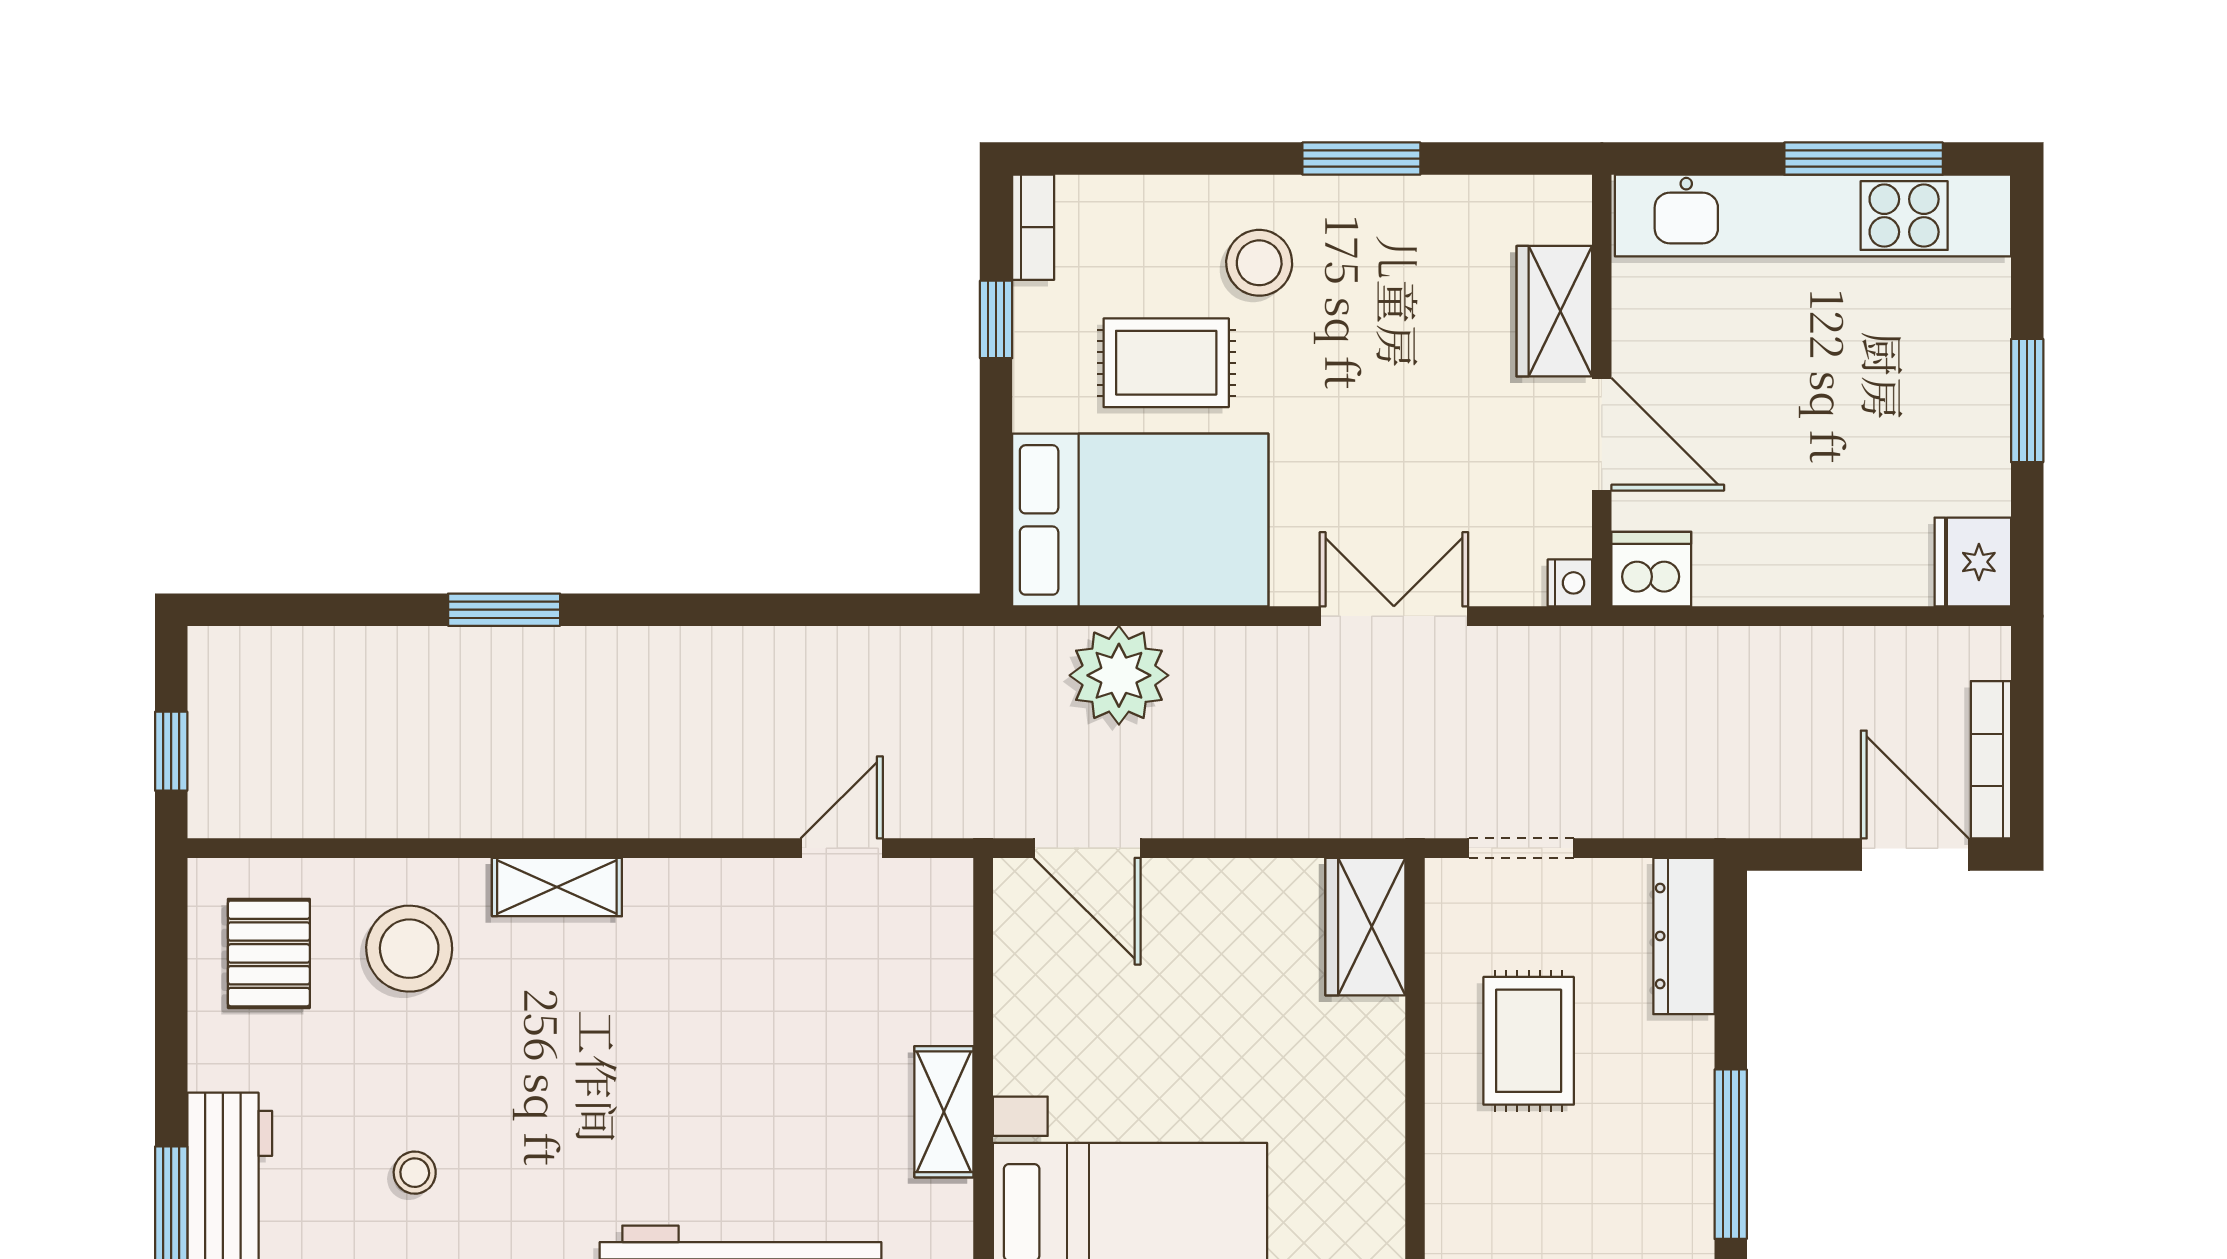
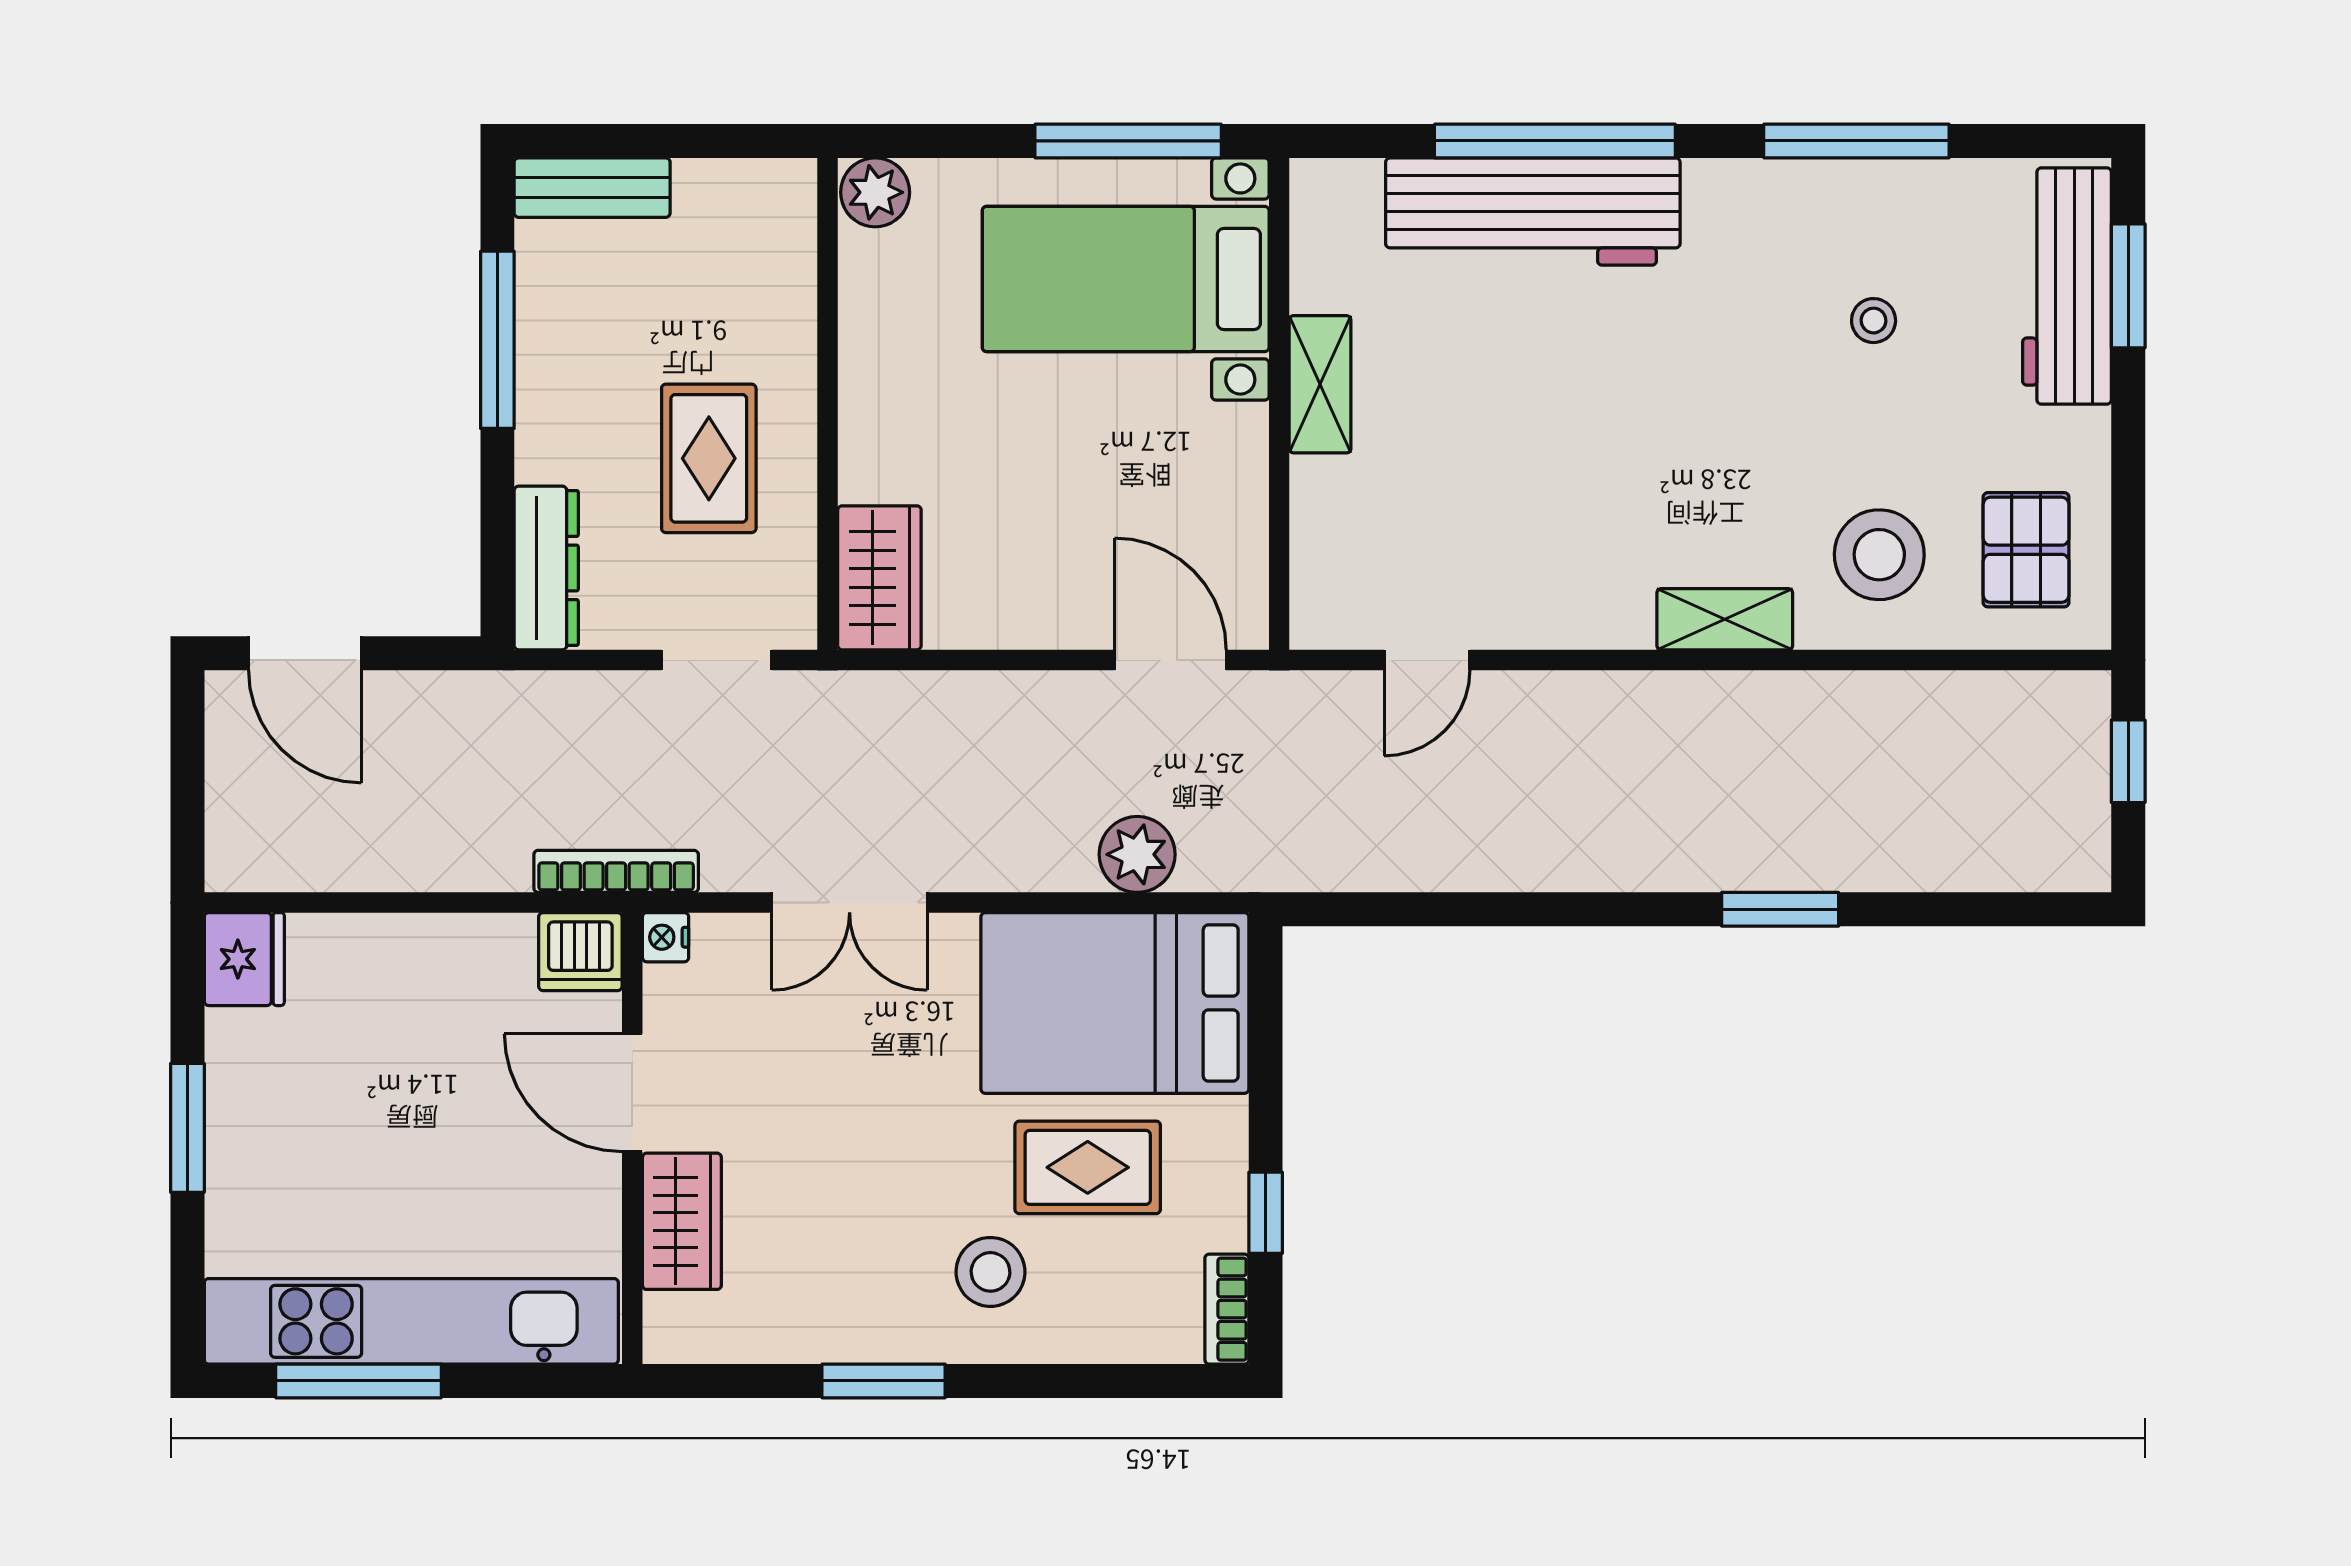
plant: (1119, 675) -> (1137, 854), width x0.73, depth x0.73
bookcase: (1991, 760) -> (616, 871), moved, turned -90

